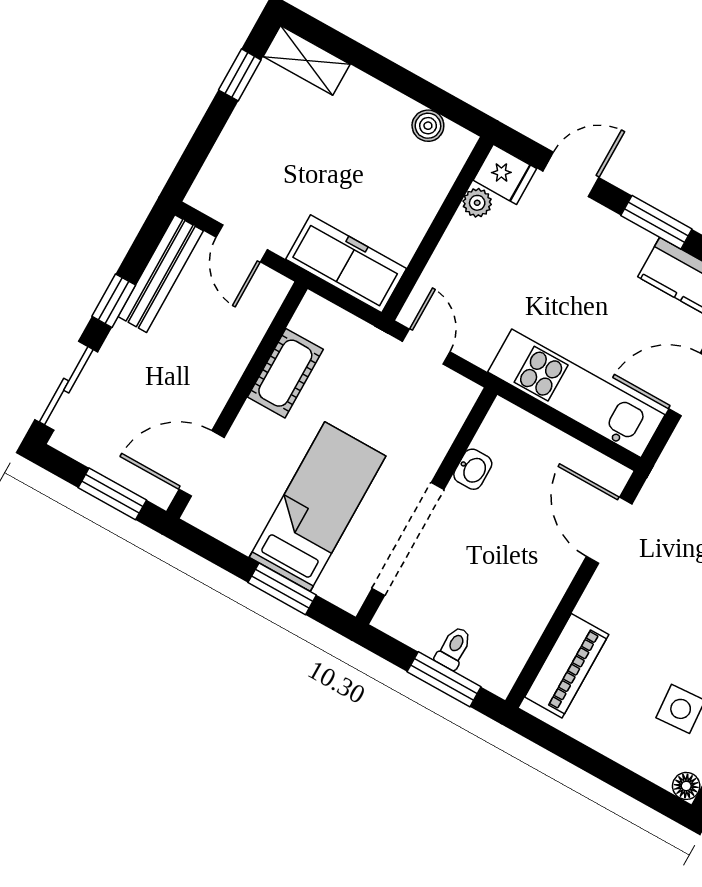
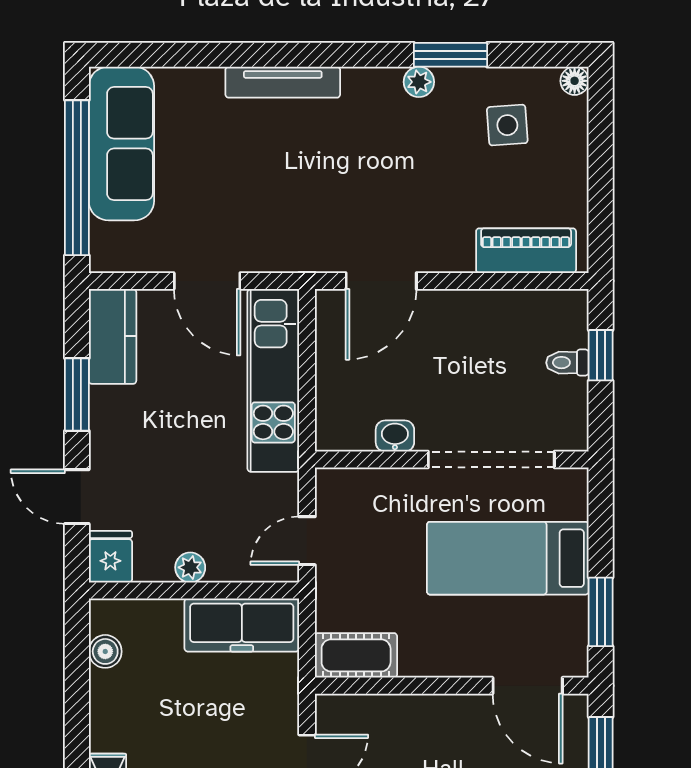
plant: (477, 203) -> (190, 567), moved
freezer: (346, 264) -> (242, 625), moved, turned -90
cot: (285, 373) -> (356, 655), moved
window: (282, 589) -> (601, 612), moved
window: (444, 679) -> (601, 355), width x0.67

